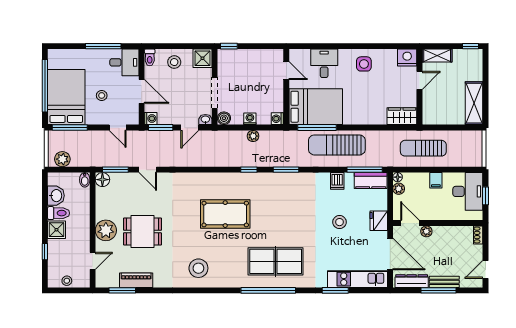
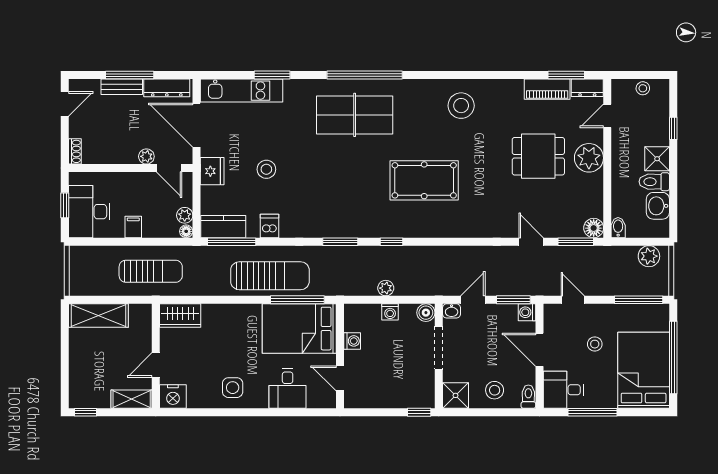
bed: (66, 97) -> (644, 370), moved, turned 180
shelving: (474, 103) -> (98, 316), moved, turned 90
washing machine: (277, 119) -> (352, 341), moved
dresser: (107, 281) -> (587, 88), added

